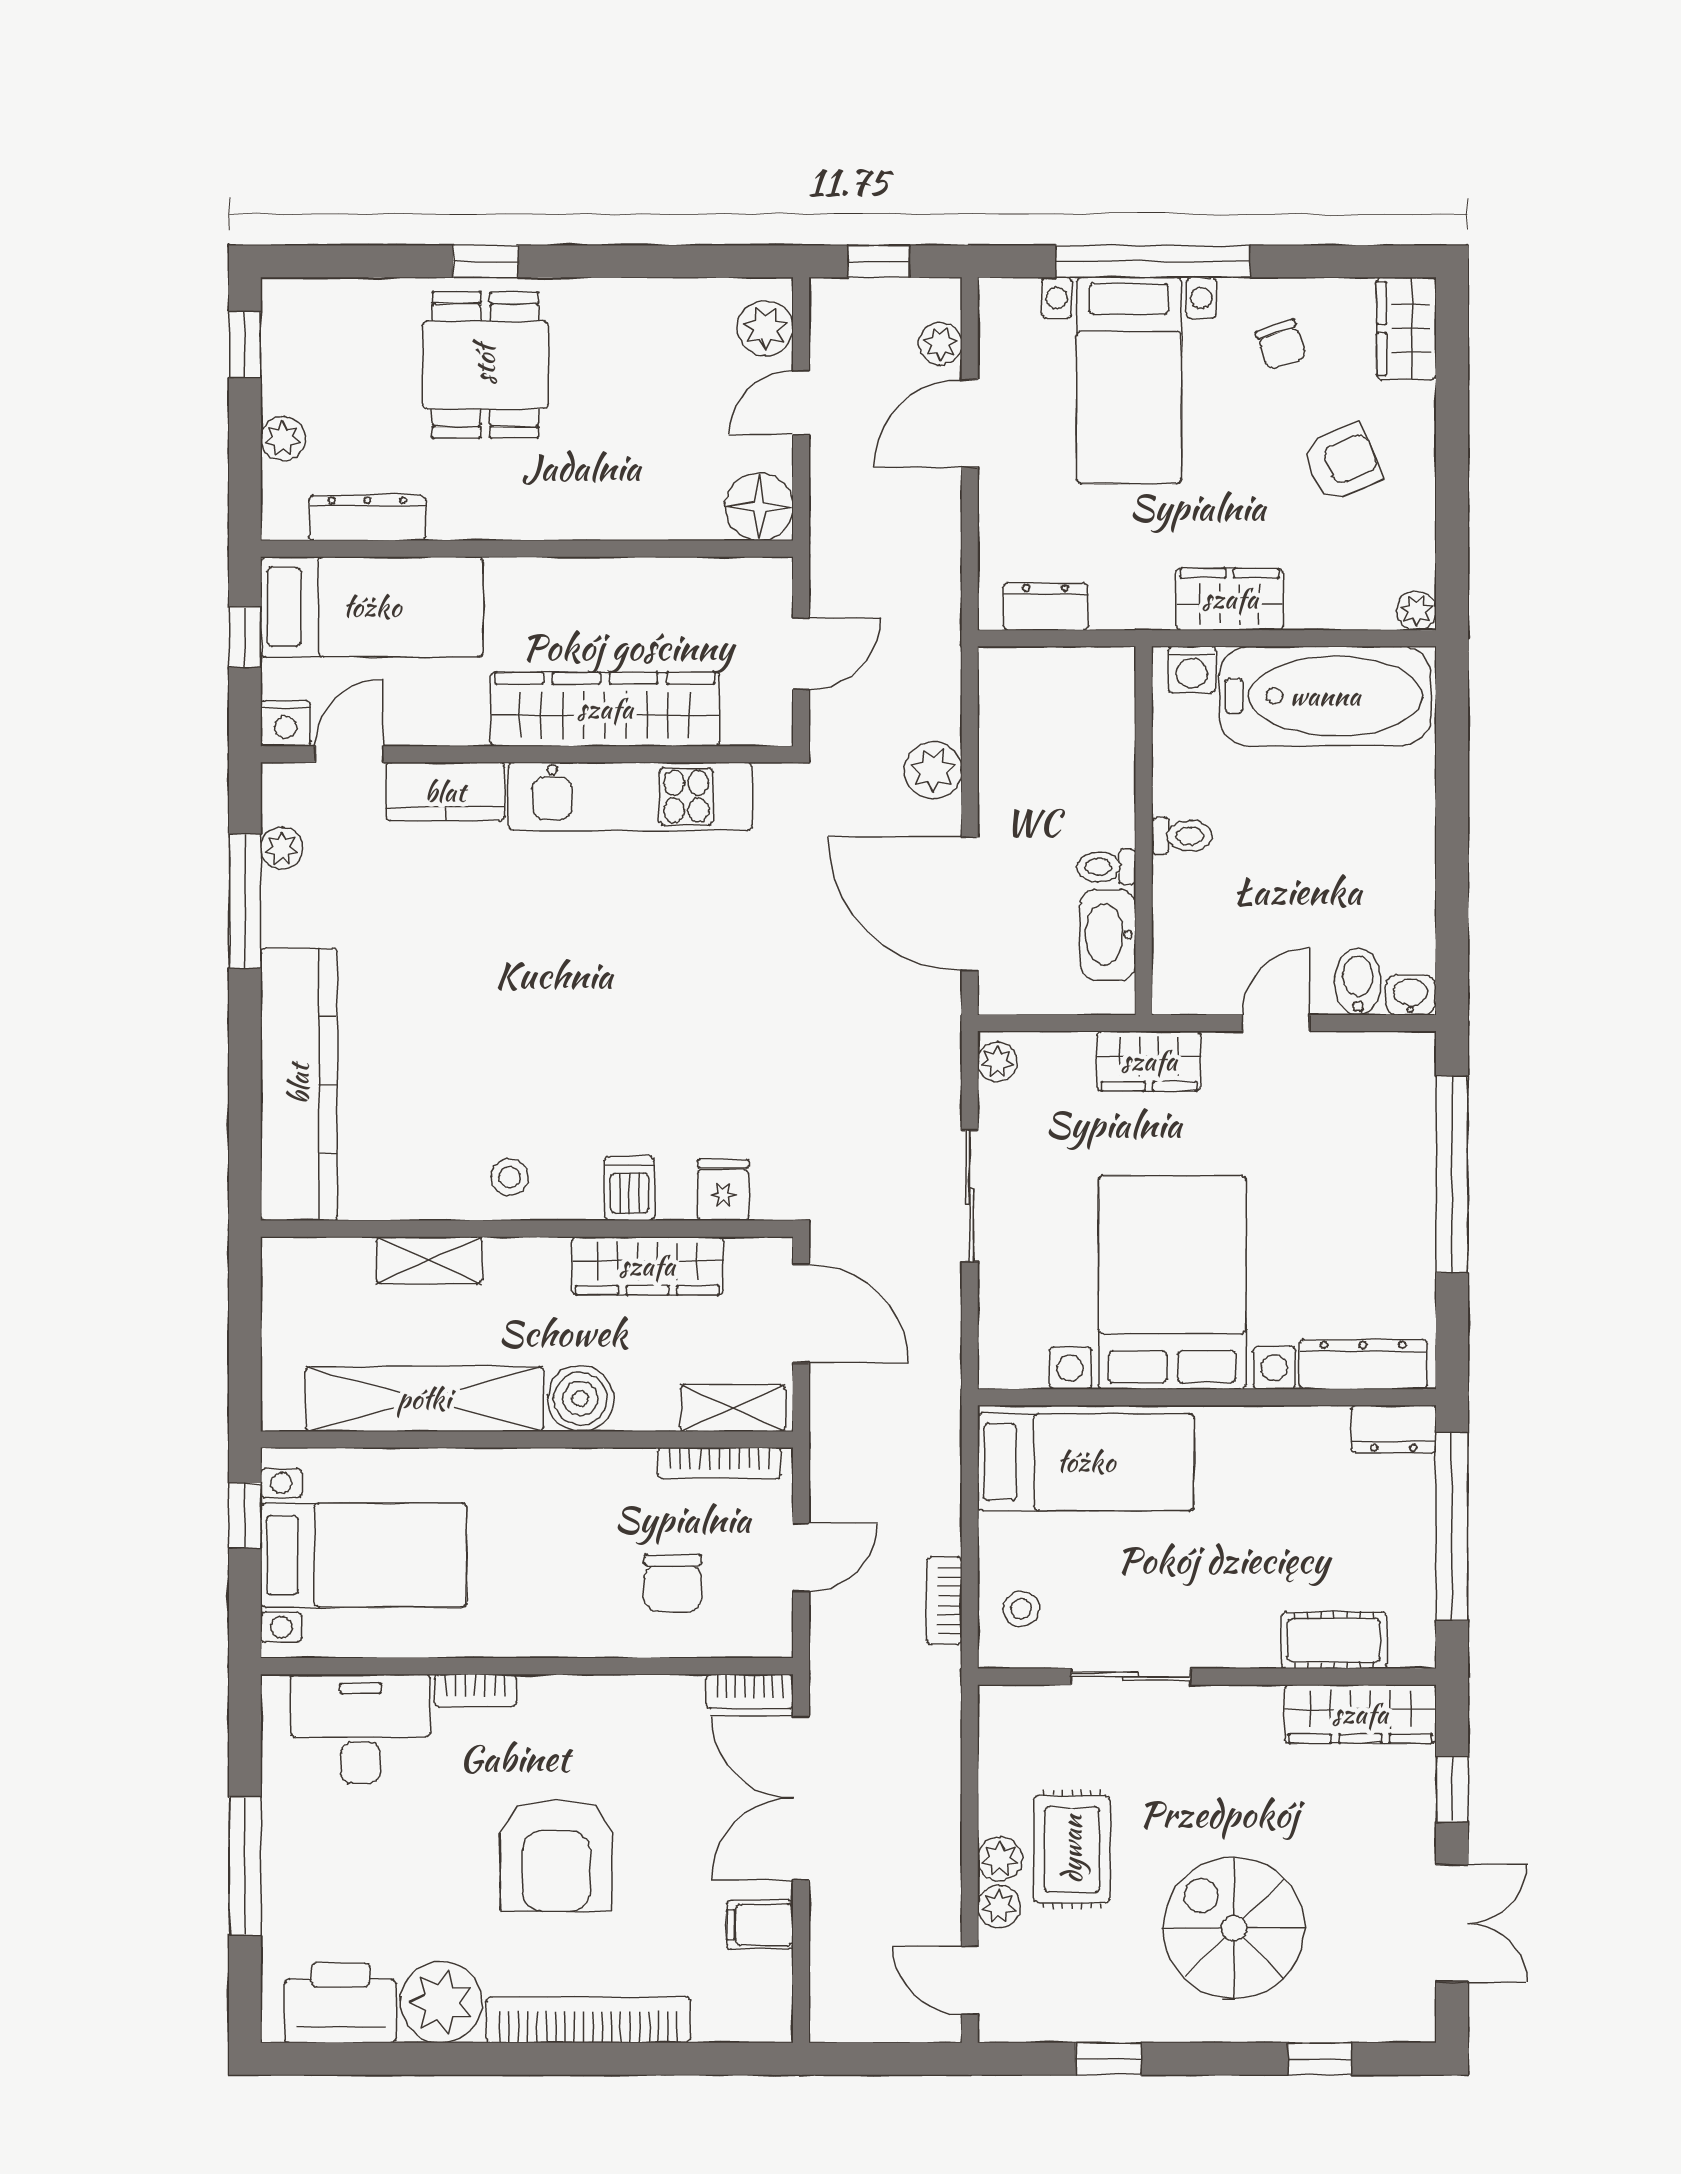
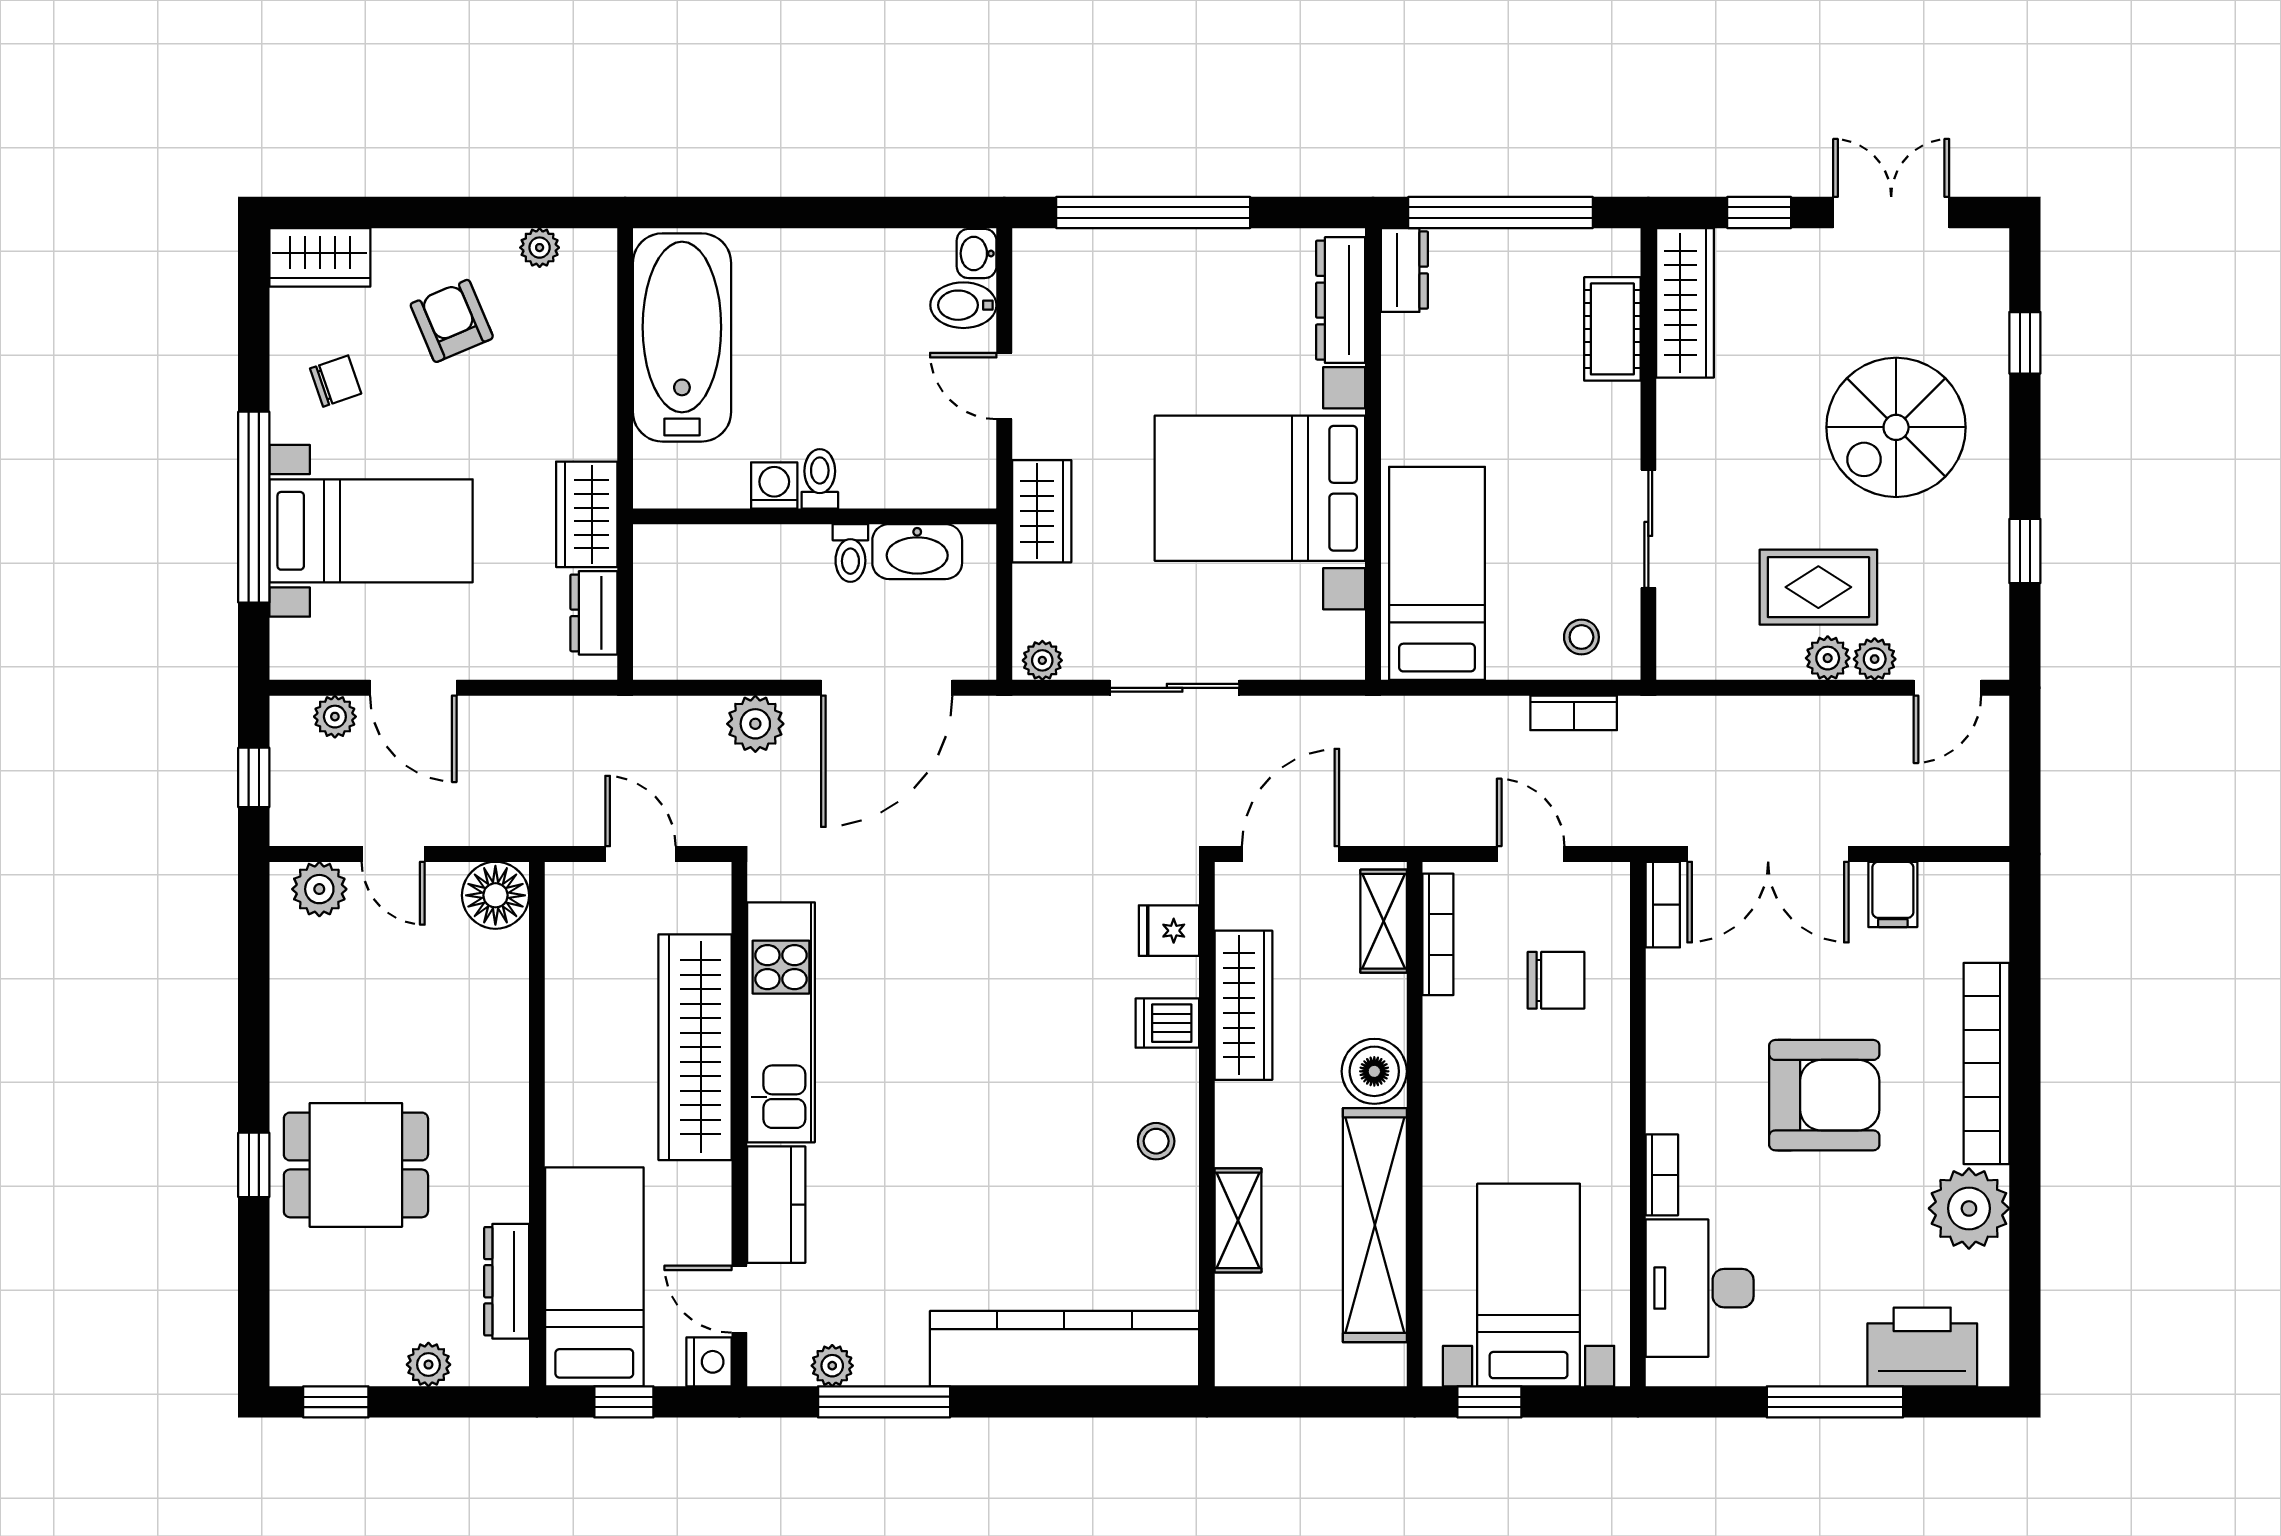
wardrobe: (1230, 599) -> (587, 514), moved
plant: (1416, 611) -> (540, 248), moved
washing machine: (1192, 670) -> (774, 485), moved, turned -90
printer: (340, 2003) -> (1922, 1347), moved, turned 90

